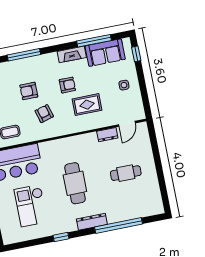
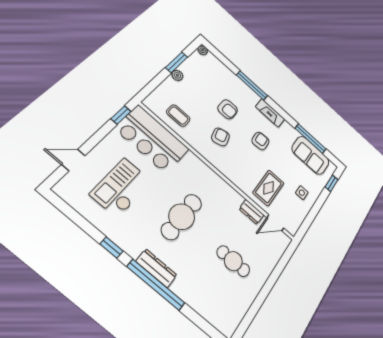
fireplace: (72, 54) -> (270, 113), moved
armchair: (67, 85) -> (260, 141), turned -94
armchair: (29, 91) -> (228, 109), turned 180
rug: (87, 105) -> (268, 188), moved, turned 90
window: (119, 226) -> (156, 285), moved

